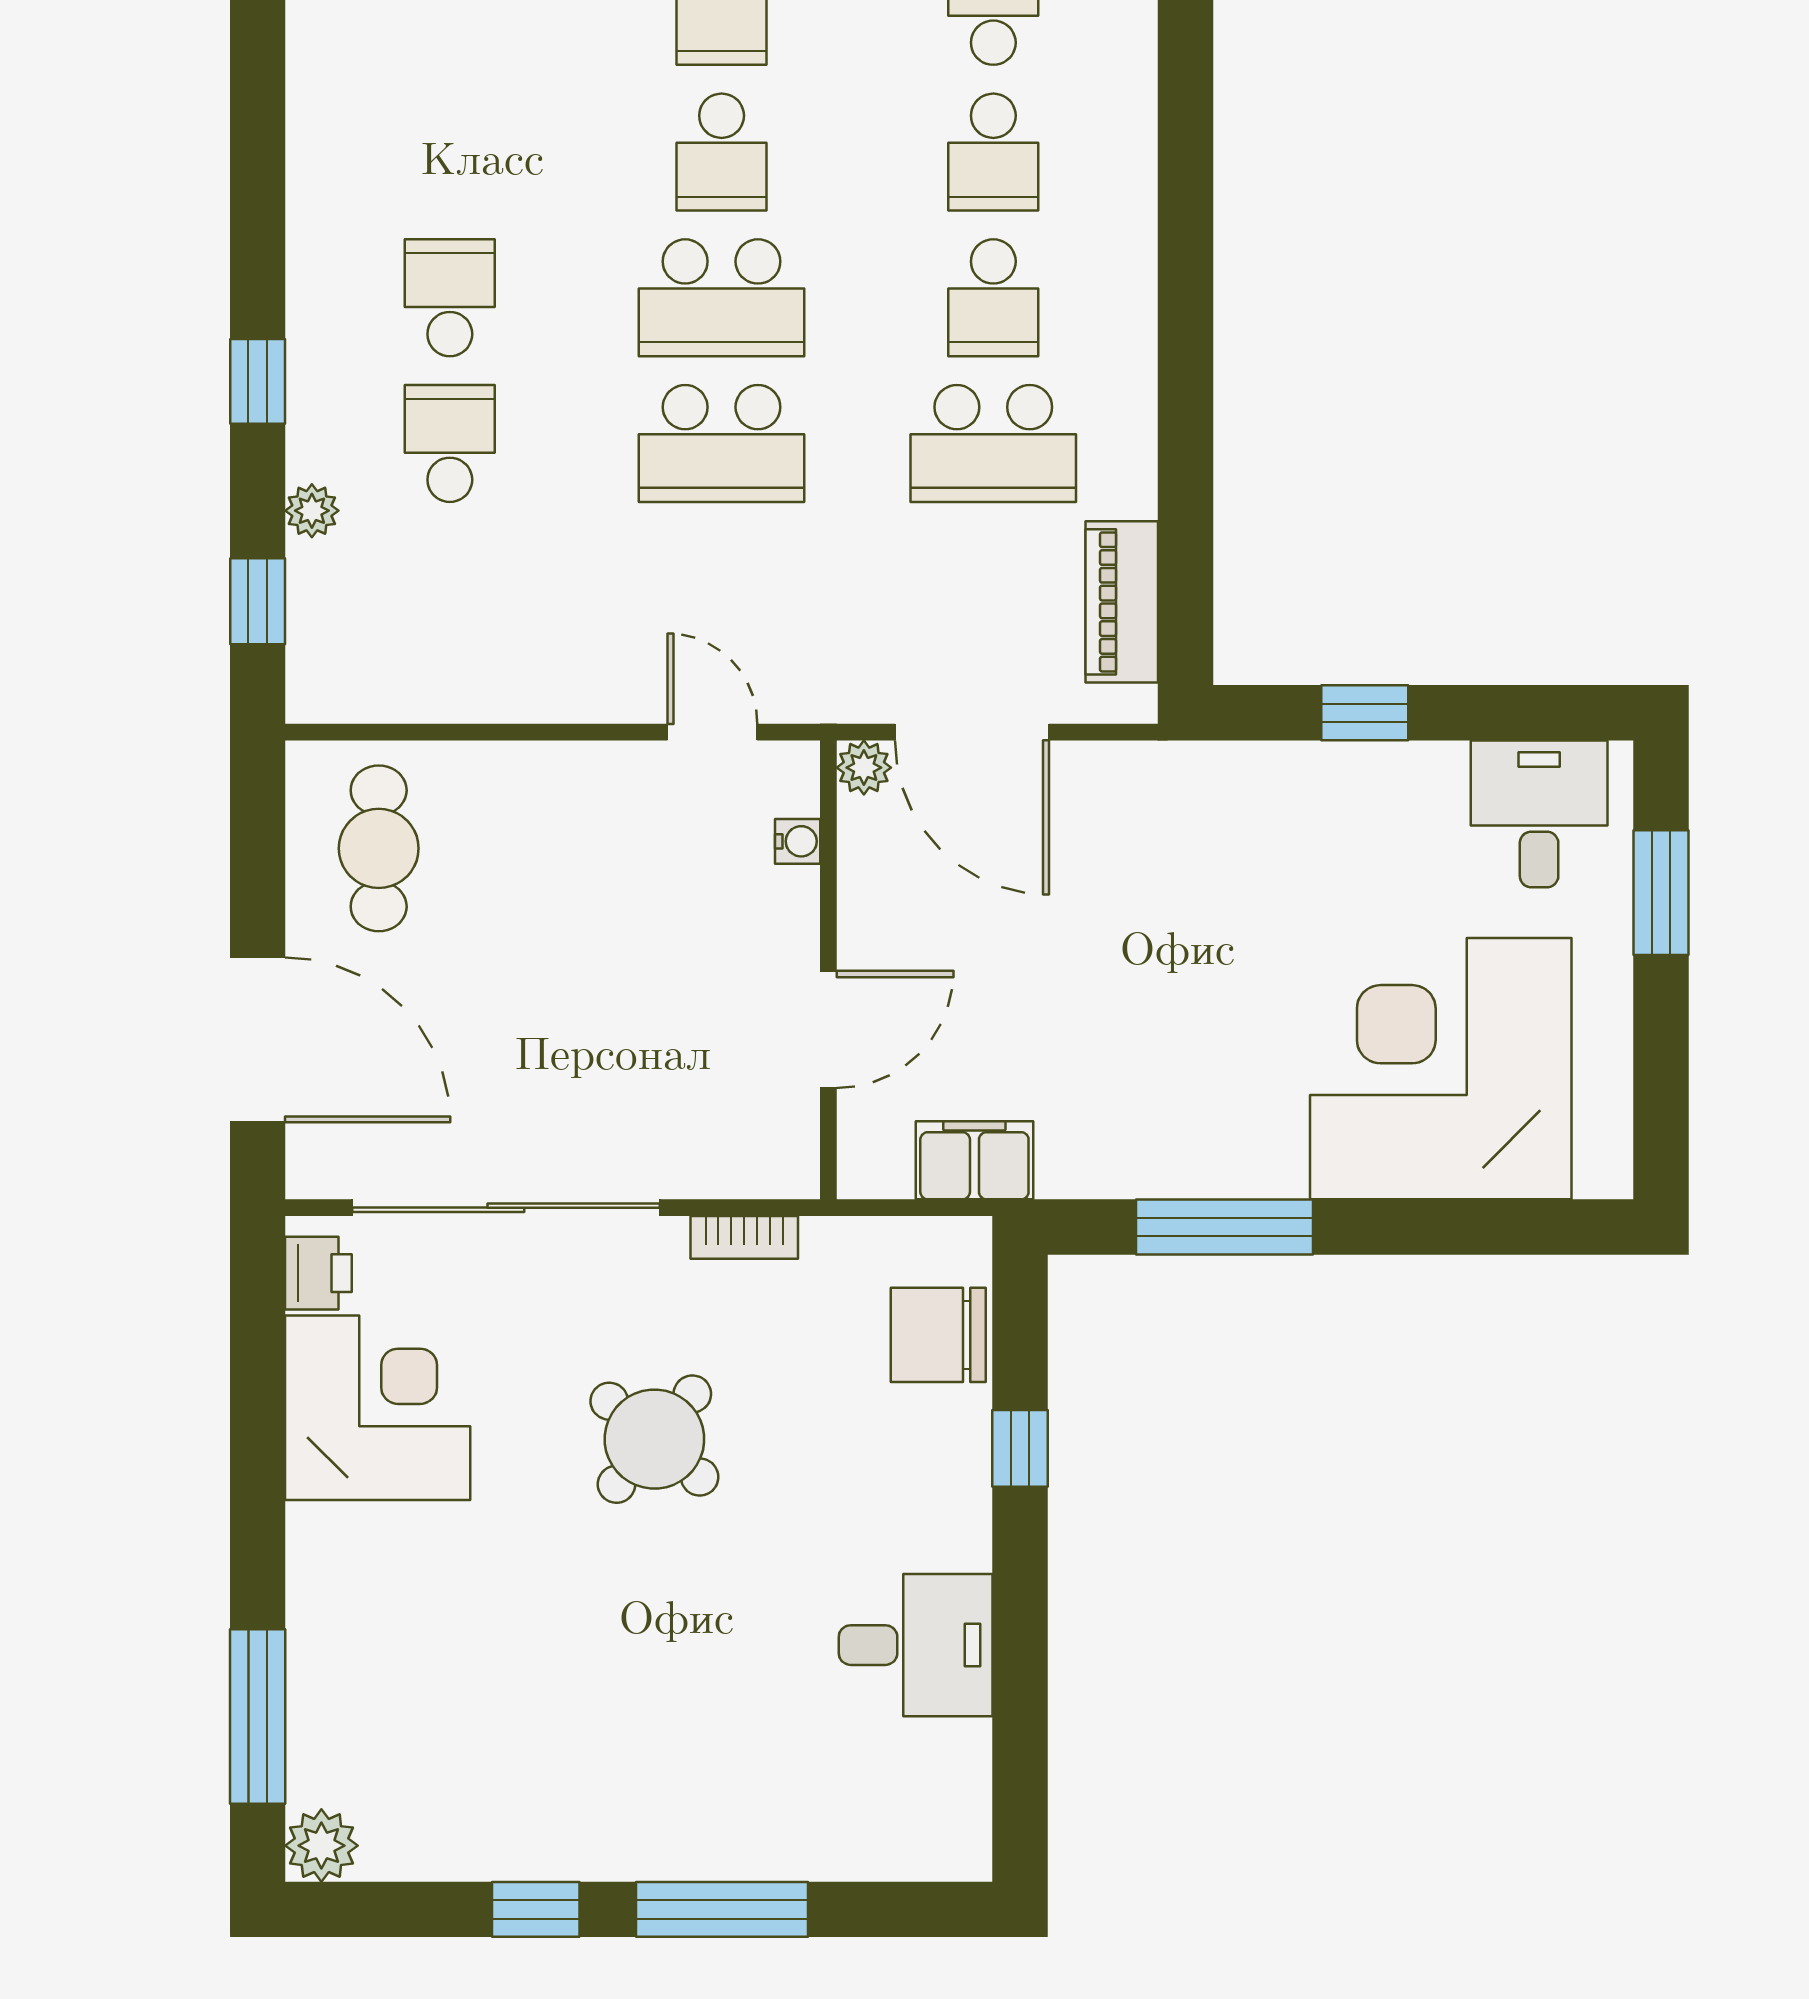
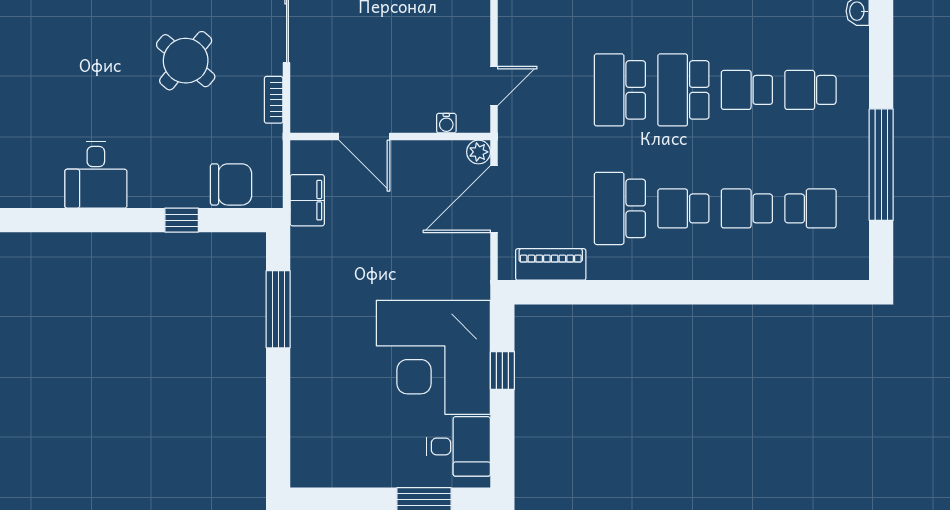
corner desk: (1441, 1069) -> (433, 357), moved, turned 180
chair: (938, 1335) -> (231, 184), turned 90

